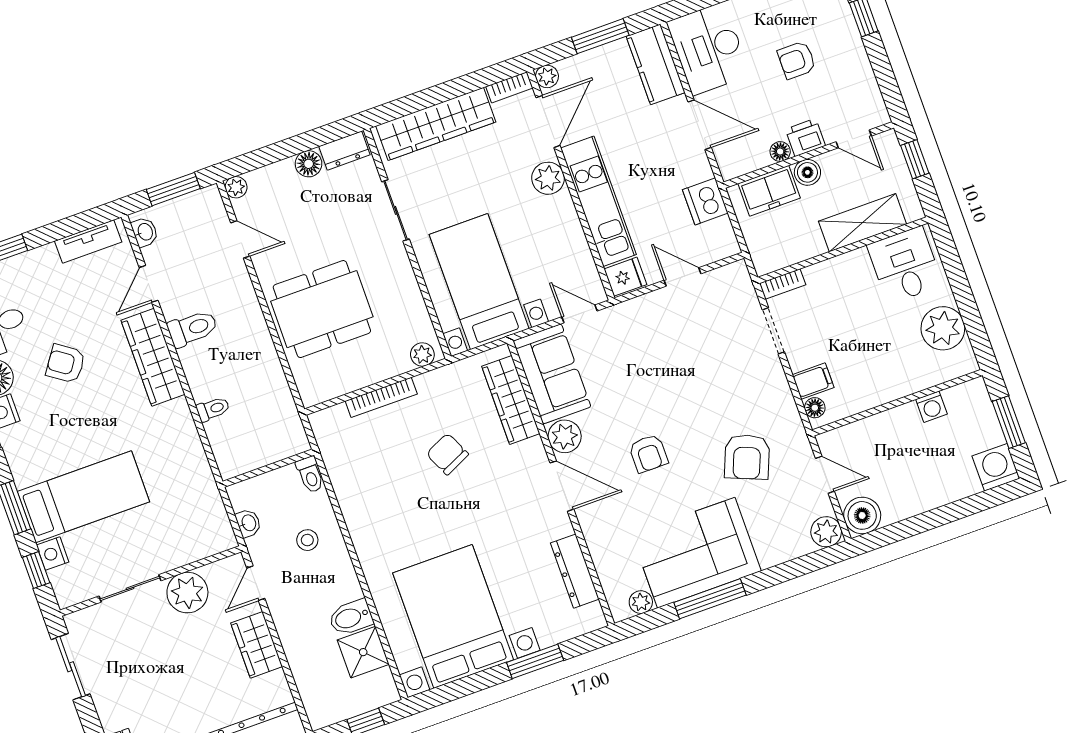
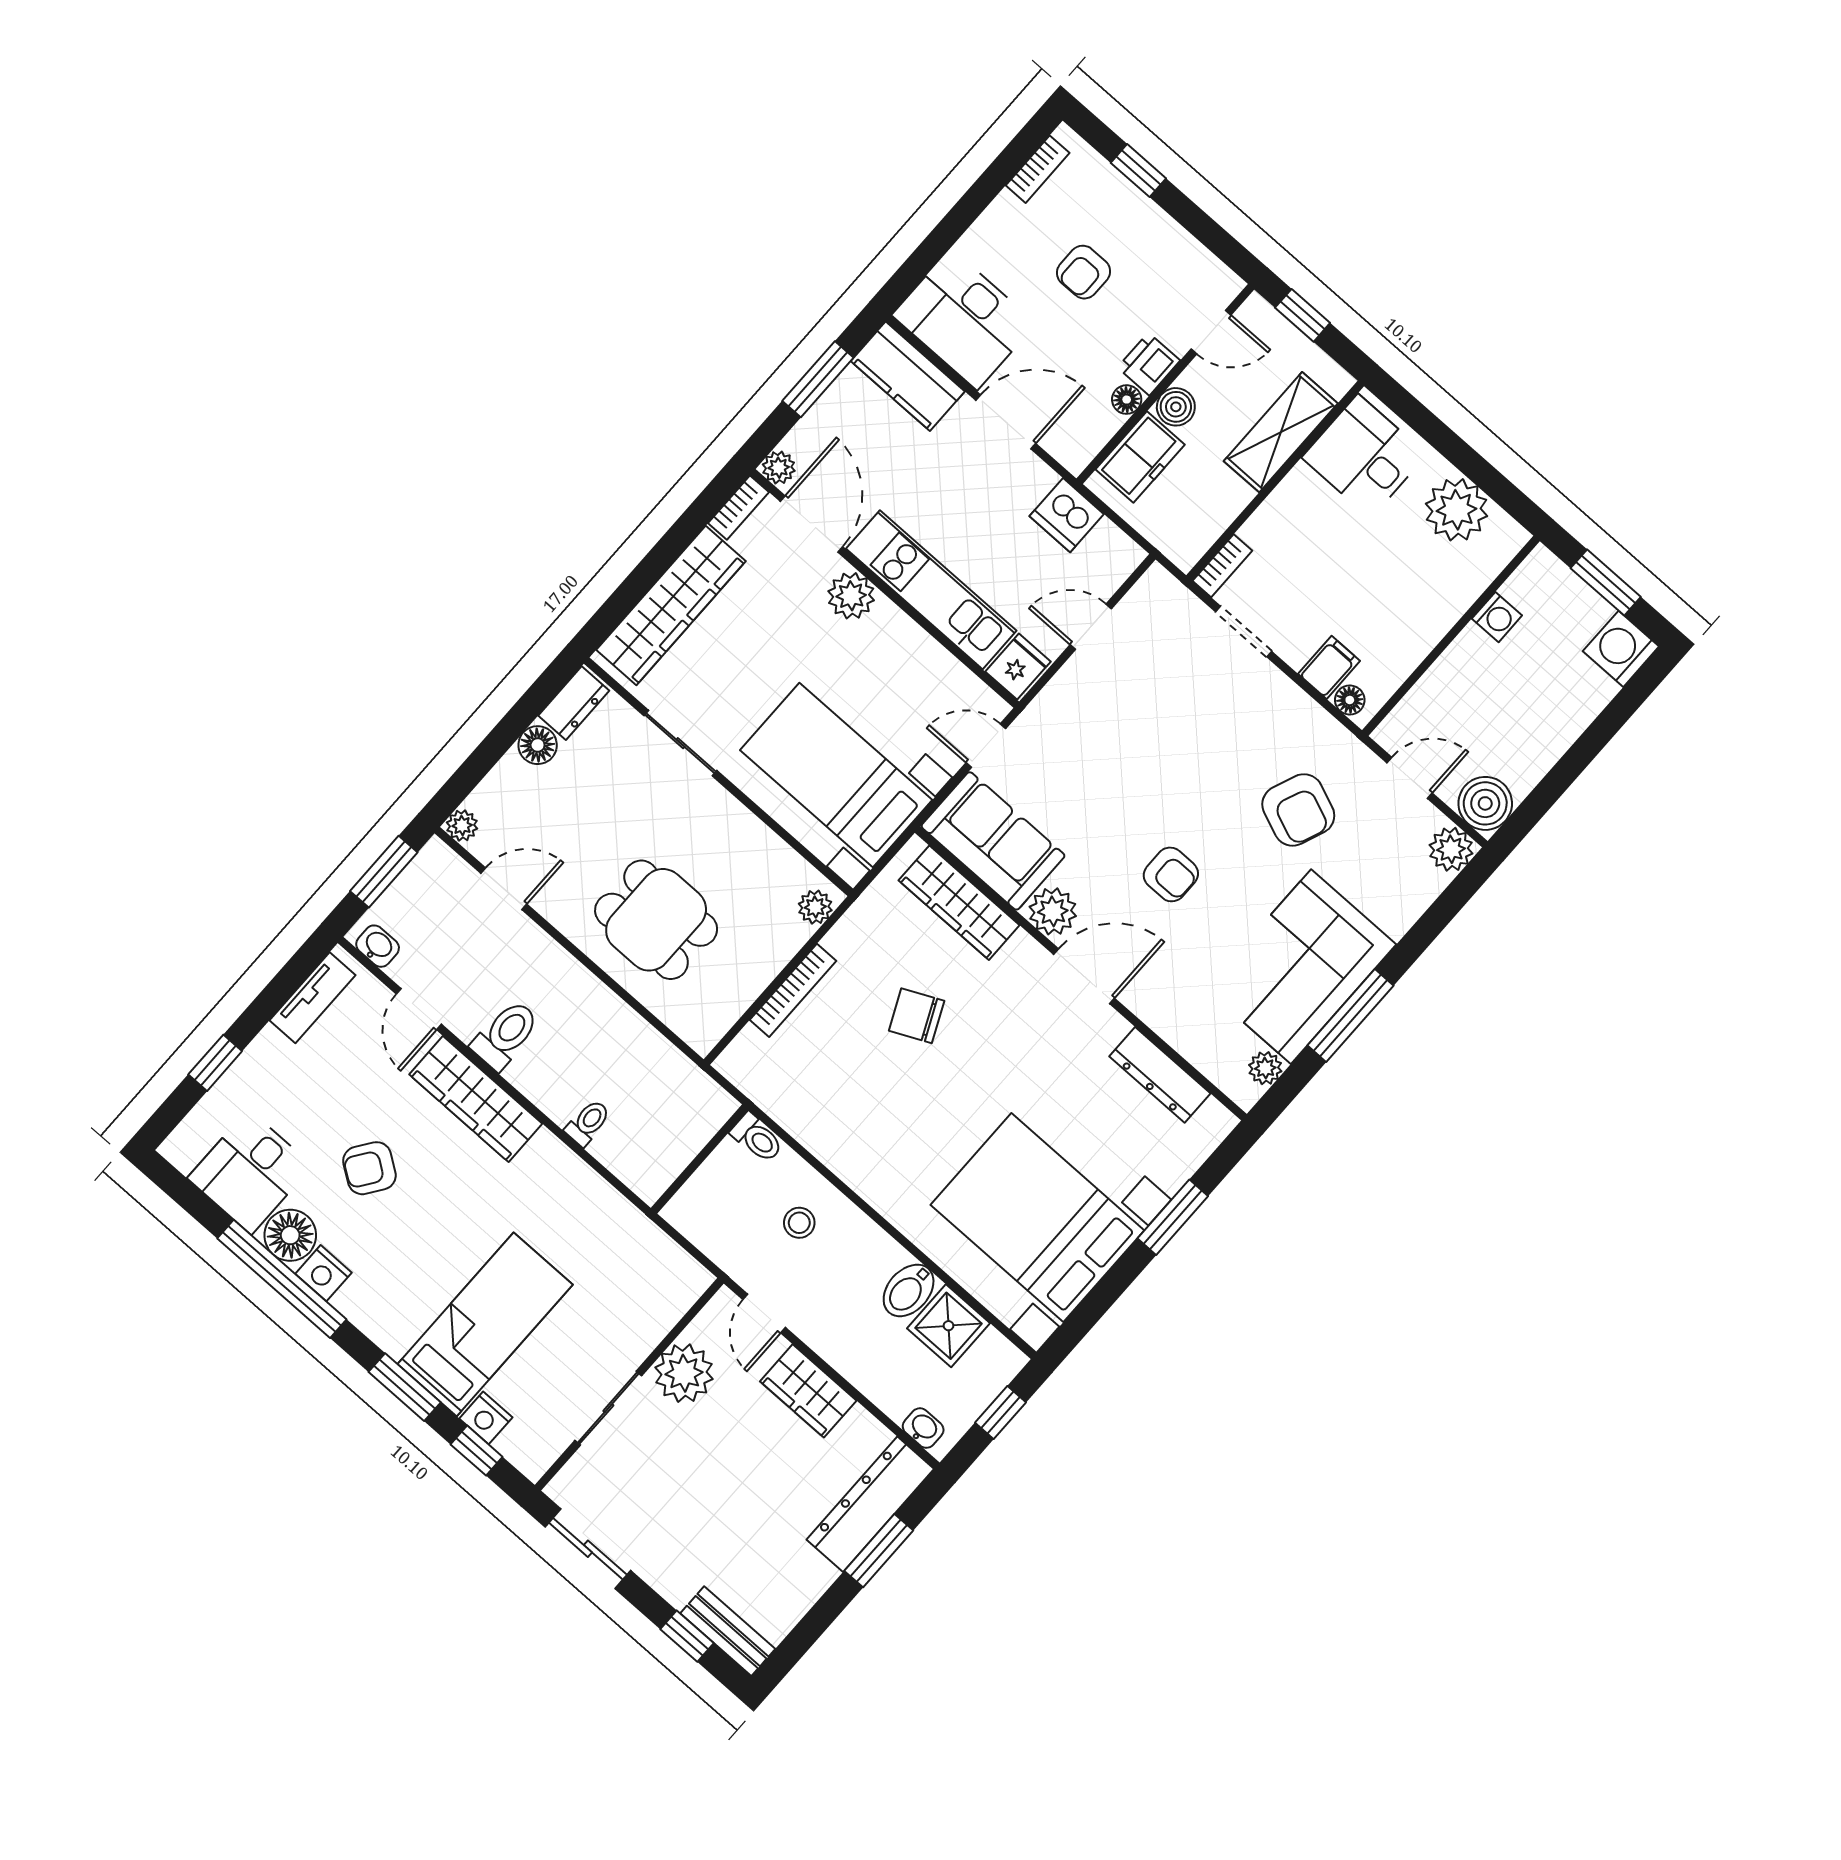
dining table: (322, 309) -> (656, 920), width x0.73
washbasin: (248, 523) -> (923, 1428), moved

